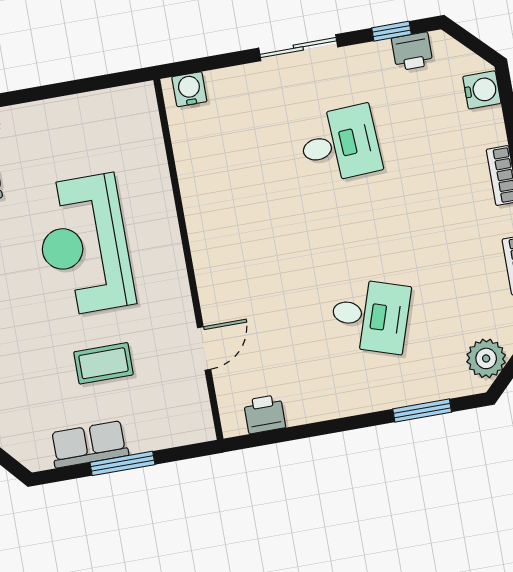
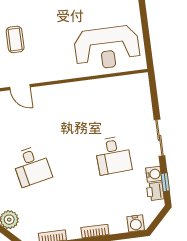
water cooler: (189, 89) -> (154, 174), moved
reception desk: (84, 245) -> (107, 48), moved, turned 180
desk: (370, 316) -> (32, 166), turned -30

